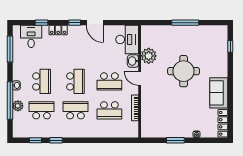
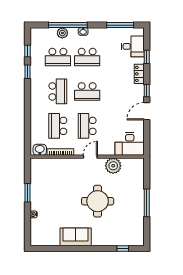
washbasin: (133, 61) -> (40, 150), moved
school desk: (42, 110) -> (58, 57), turned 90
locker: (223, 123) -> (45, 241), removed

